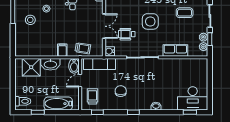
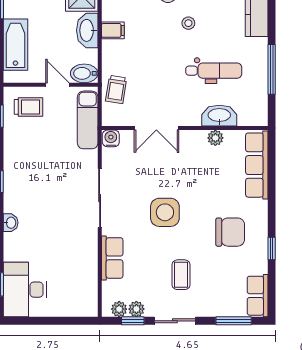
wheelchair: (127, 34) -> (142, 169), removed
filing cabinet: (62, 50) -> (113, 30), moved
chair: (121, 91) -> (38, 158), removed

